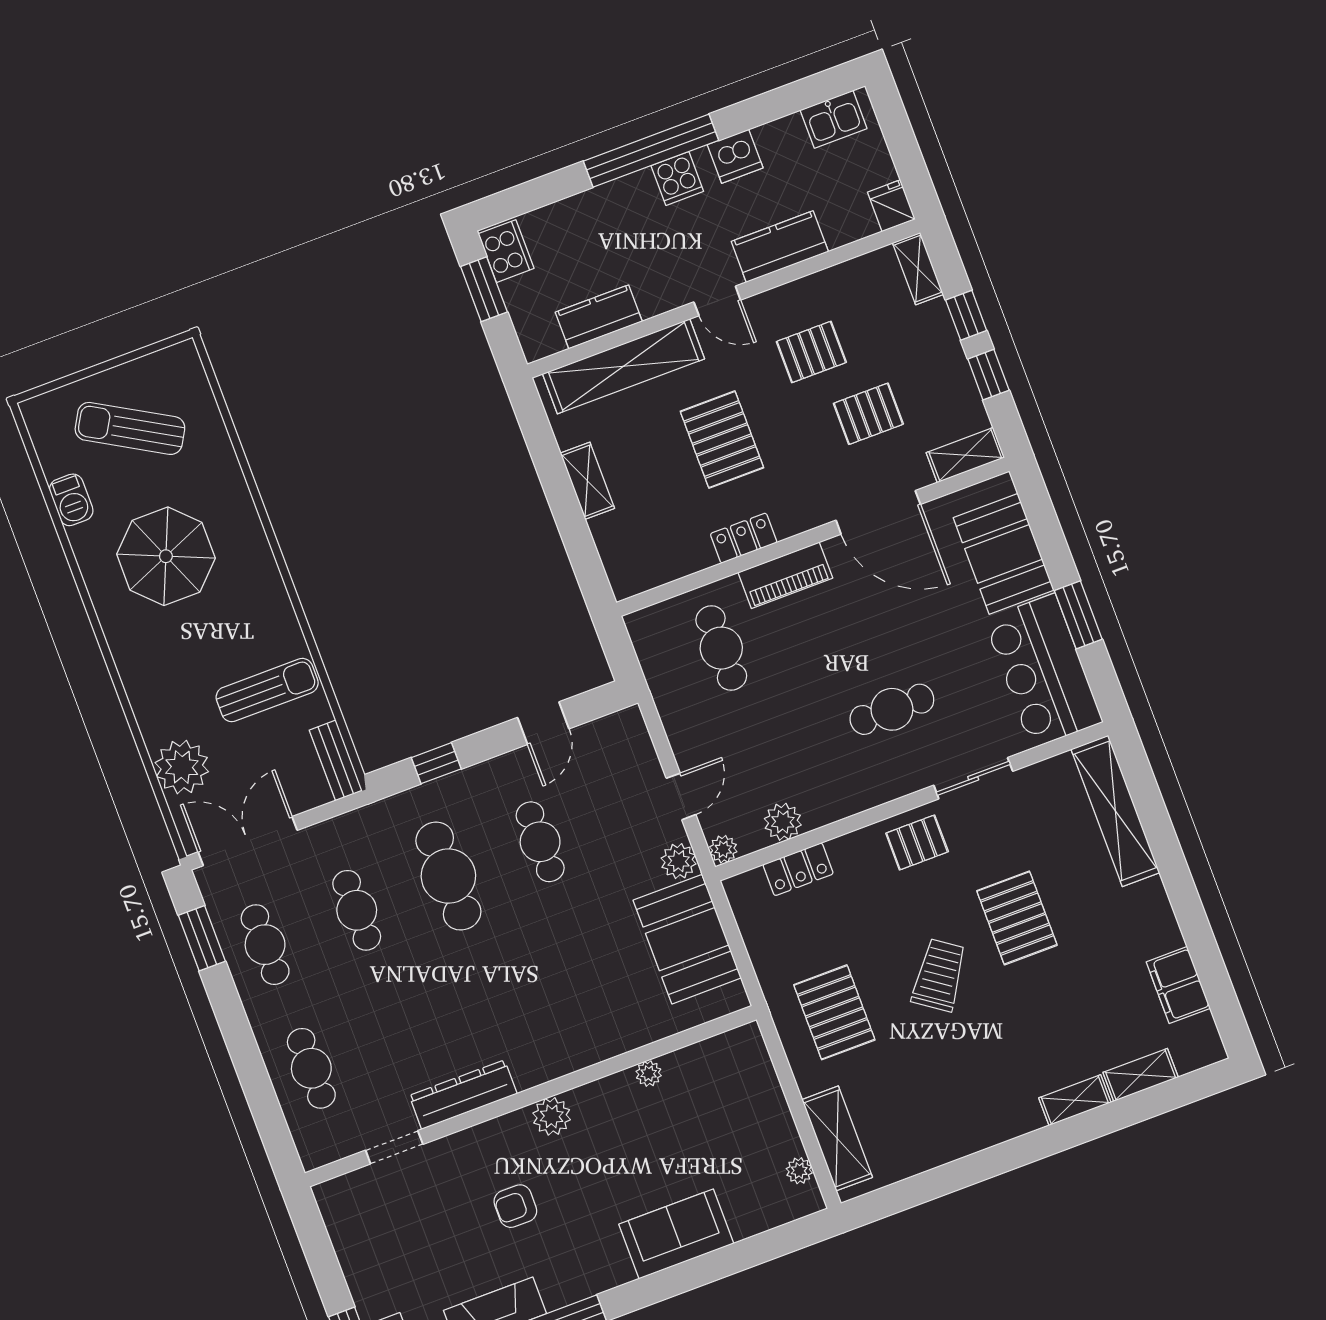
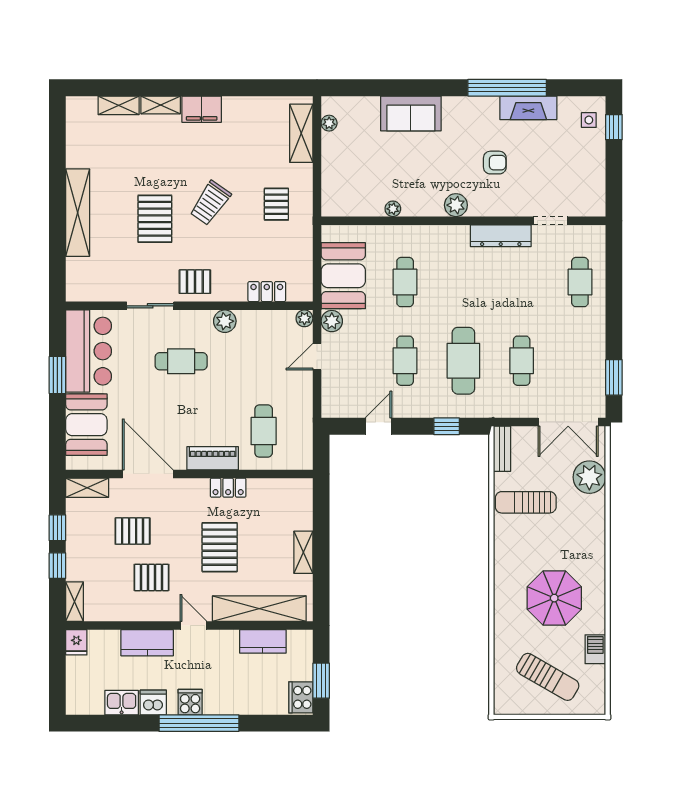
kitchen sink: (834, 119) -> (122, 703), moved
shelving: (1115, 811) -> (78, 213), moved
plant: (783, 822) -> (225, 321), moved
cafe table: (265, 945) -> (405, 282), moved
filing cabinet: (1178, 985) -> (202, 109), moved, turned 90
pallet: (834, 1012) -> (276, 204), width x0.67, depth x0.71

